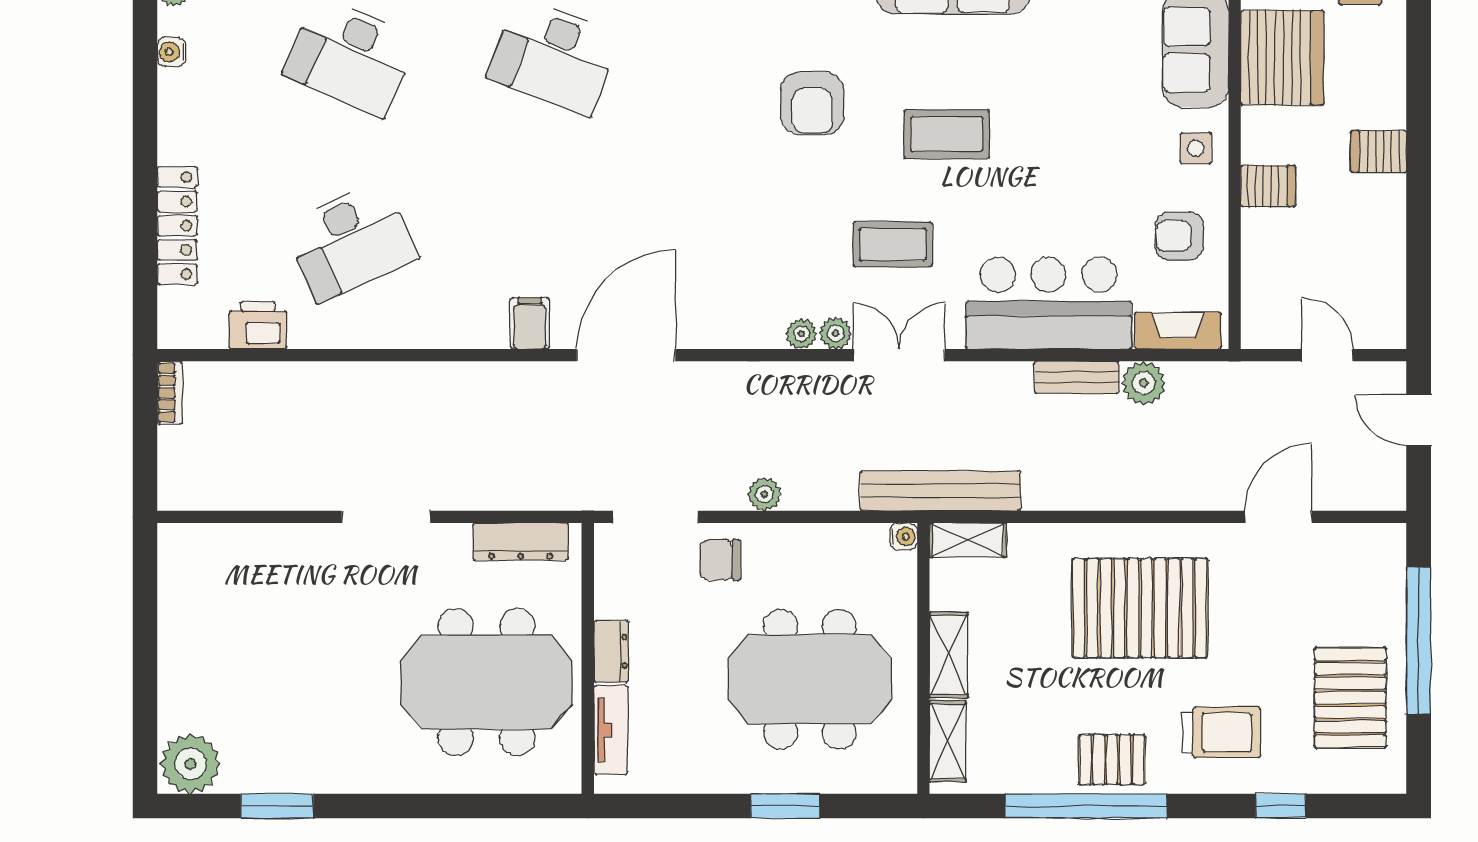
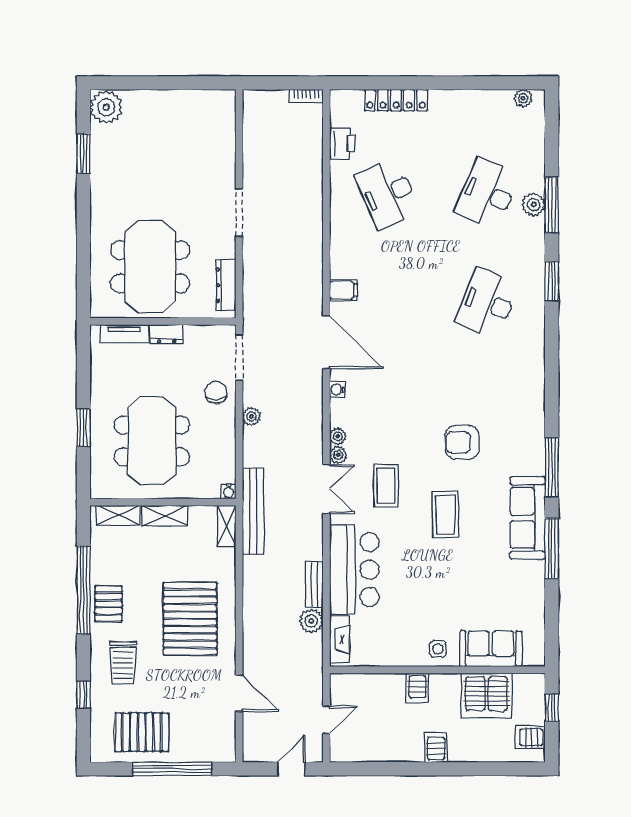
water cooler: (172, 52) -> (337, 390), moved, turned -90
armchair: (1179, 236) -> (391, 640), removed

